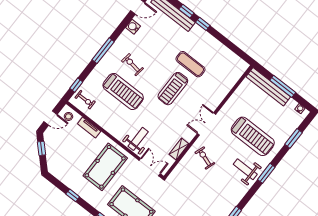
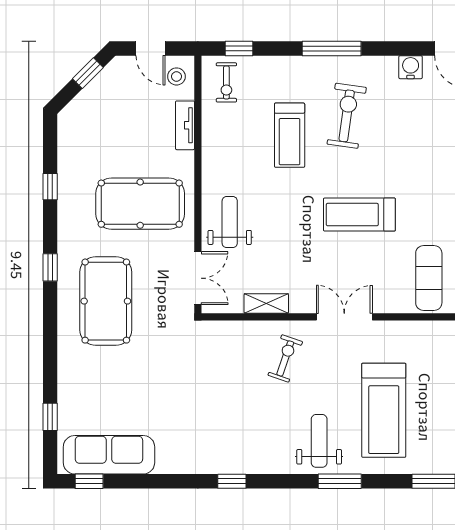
exercise mat: (190, 64) -> (429, 278), moved
exercise bike: (133, 65) -> (347, 116), width x1.38, depth x1.39
treadmill: (123, 91) -> (290, 135), width x0.73, depth x0.73
weight bench: (138, 139) -> (230, 222), turned -90

